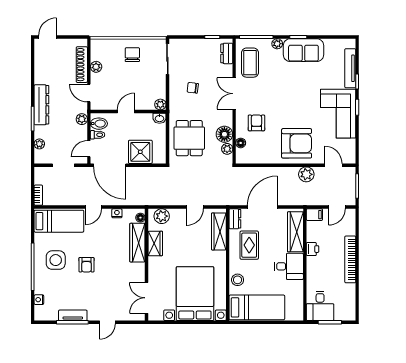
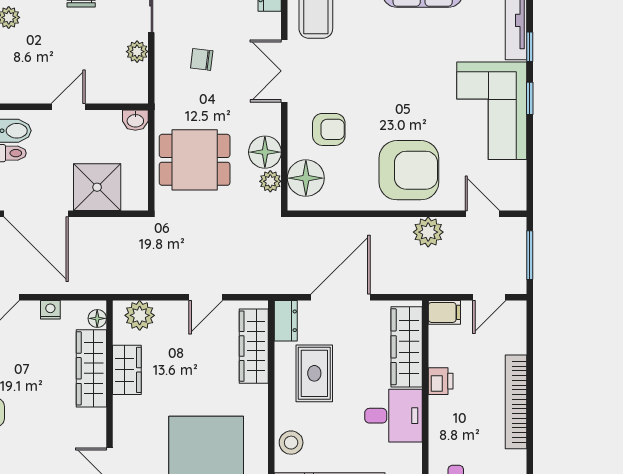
plant: (160, 104) -> (137, 52), moved
armchair: (256, 123) -> (329, 129), turned 90
dining table: (189, 138) -> (195, 160), turned 90
floor lamp: (241, 143) -> (306, 178), width x1.89, depth x1.89

